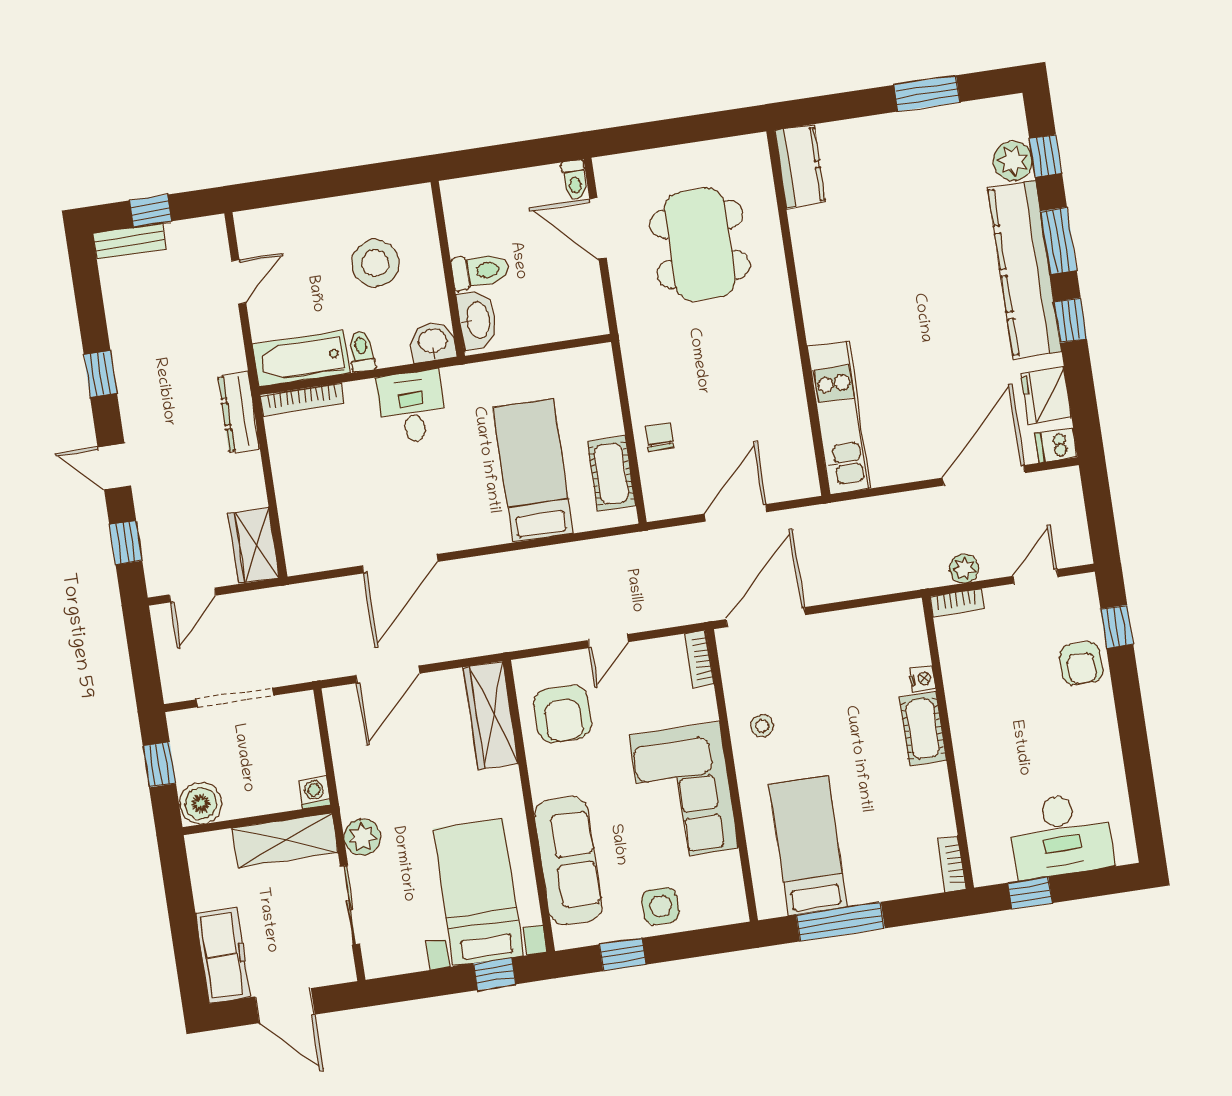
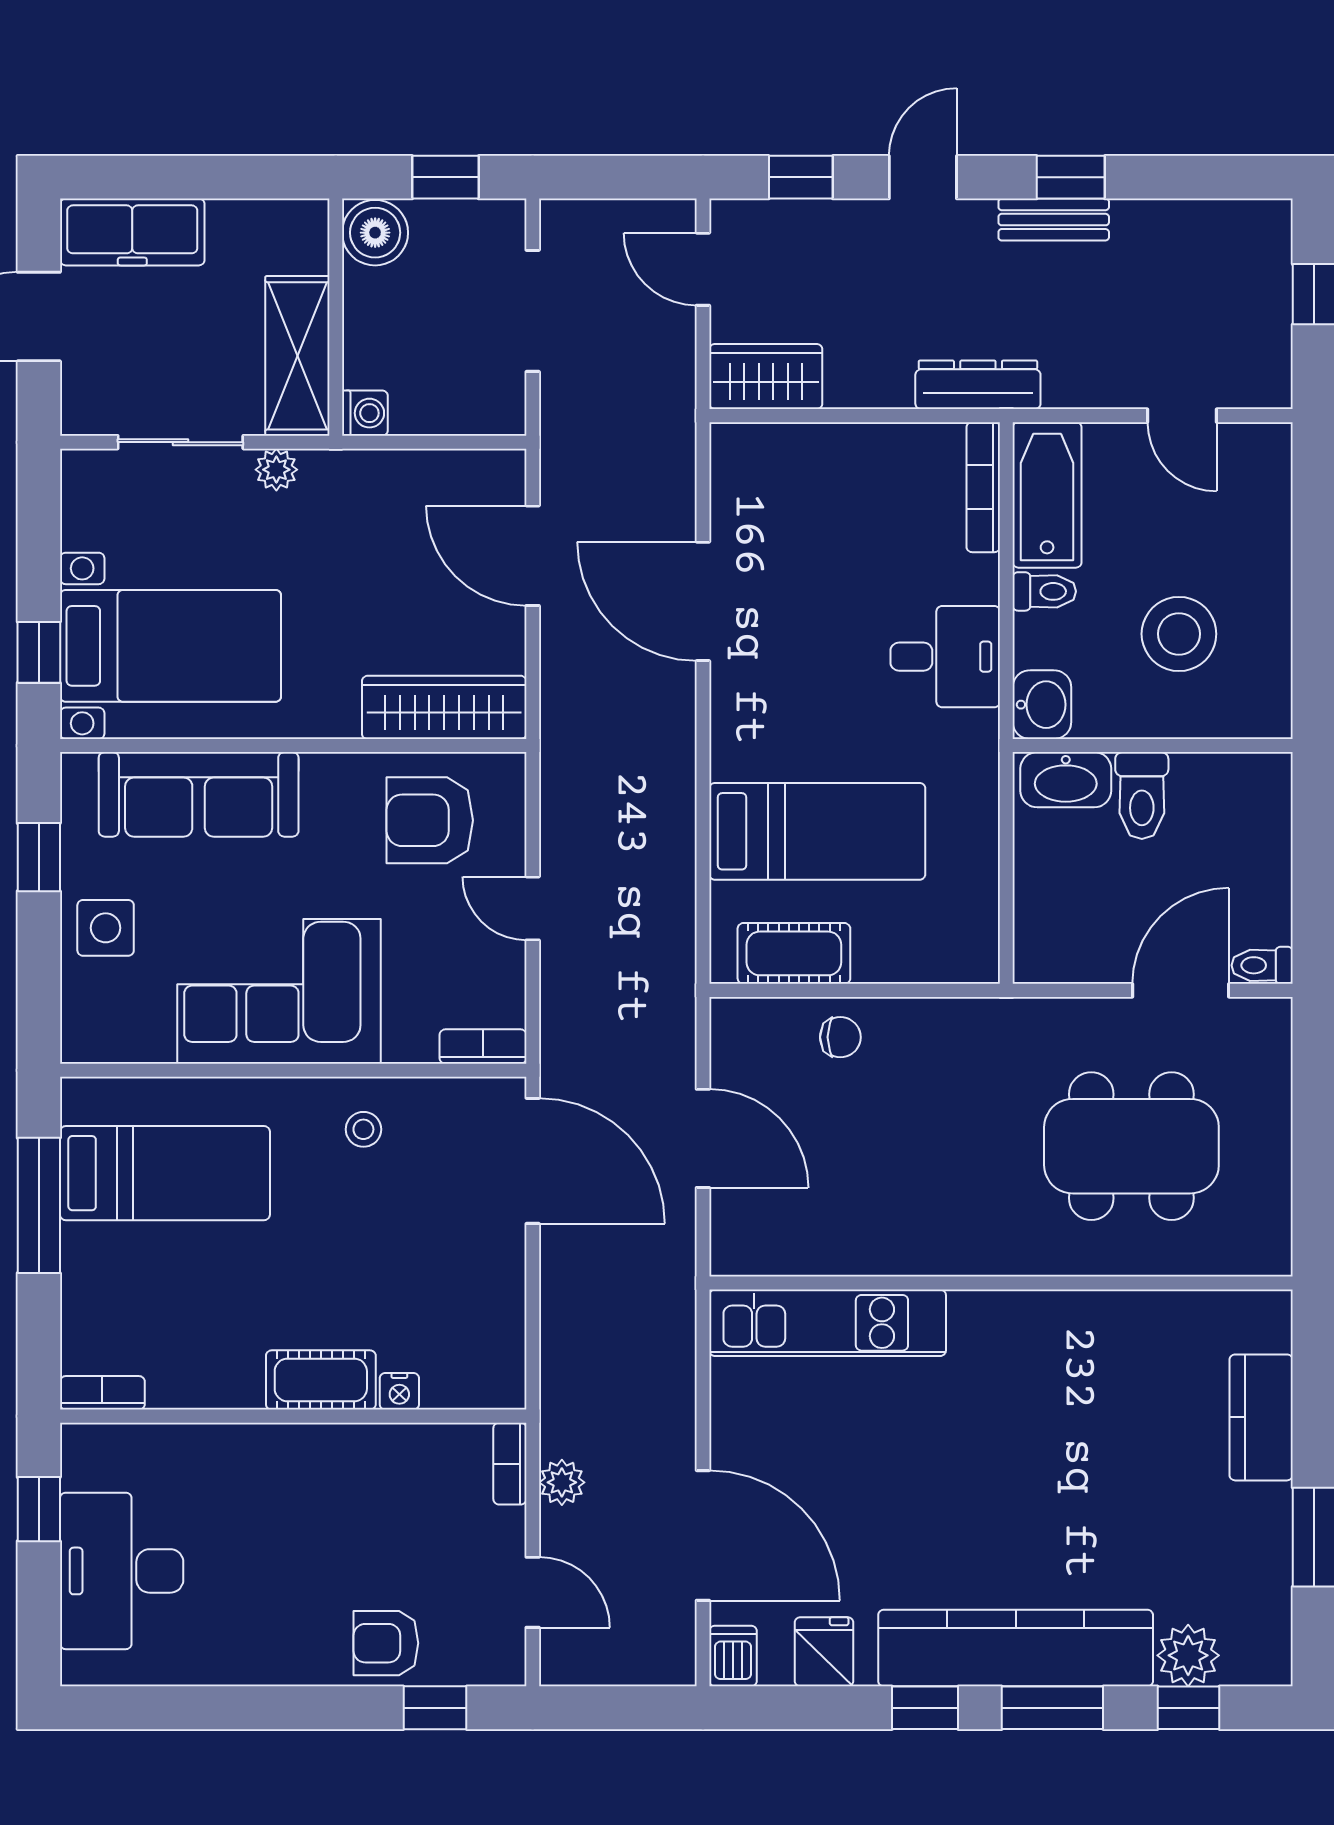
kitchen counter: (800, 167) -> (1261, 1417), moved, turned 90
bench: (129, 241) -> (1054, 220), moved, turned 90
fridge: (1046, 396) -> (824, 1652), width x0.72
plant: (362, 837) -> (276, 470), width x0.73, depth x0.73

